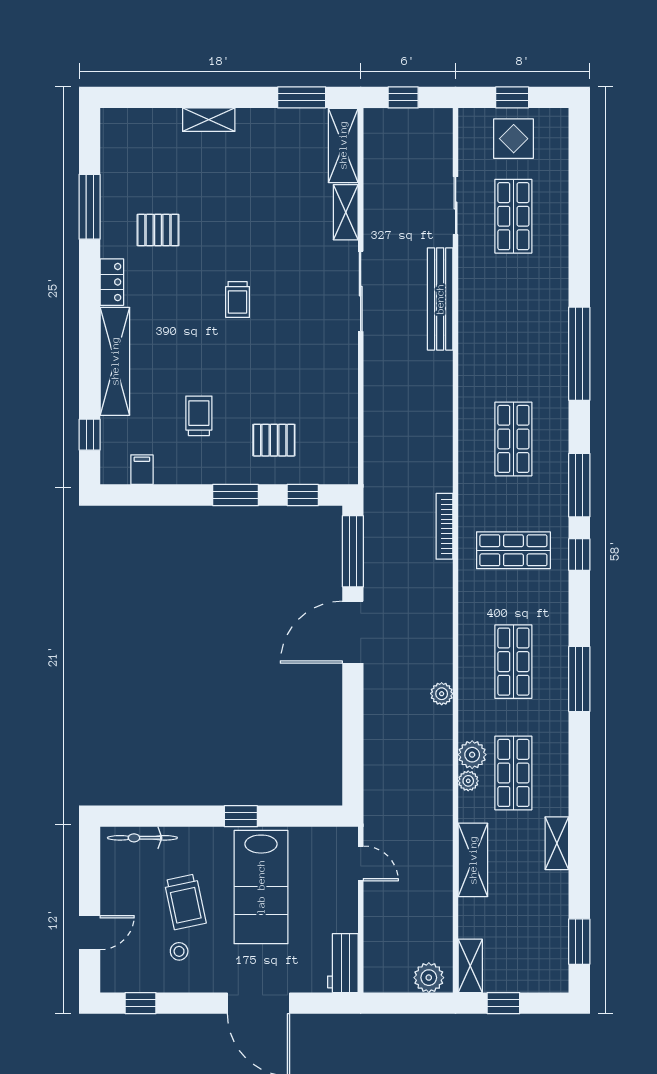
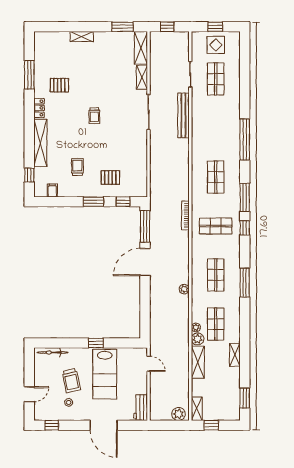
plant: (472, 755) -> (198, 339), moved

